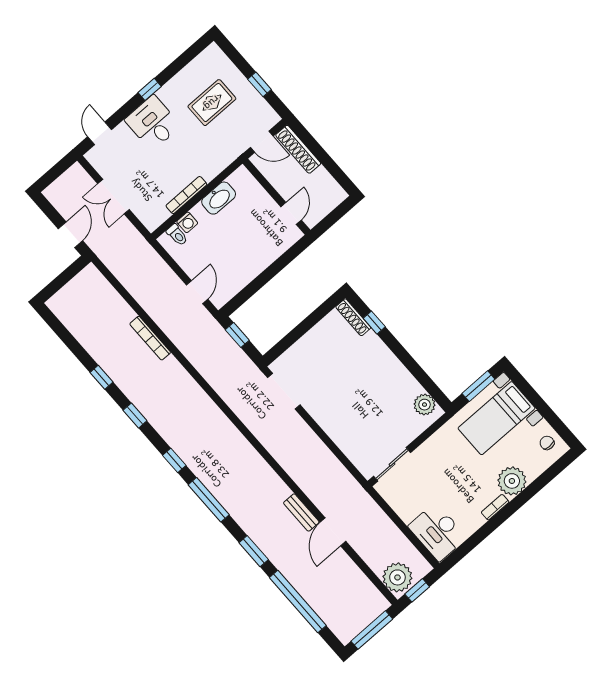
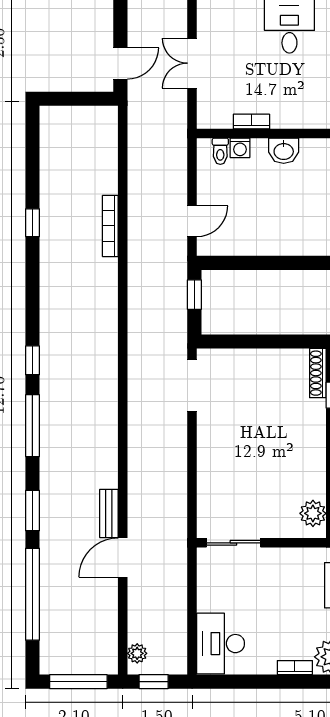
bookcase: (186, 195) -> (251, 121), width x0.64
washbasin: (219, 198) -> (284, 151), width x0.72
window: (135, 415) -> (32, 286), removed
plant: (397, 577) -> (137, 653), width x0.53, depth x0.53

